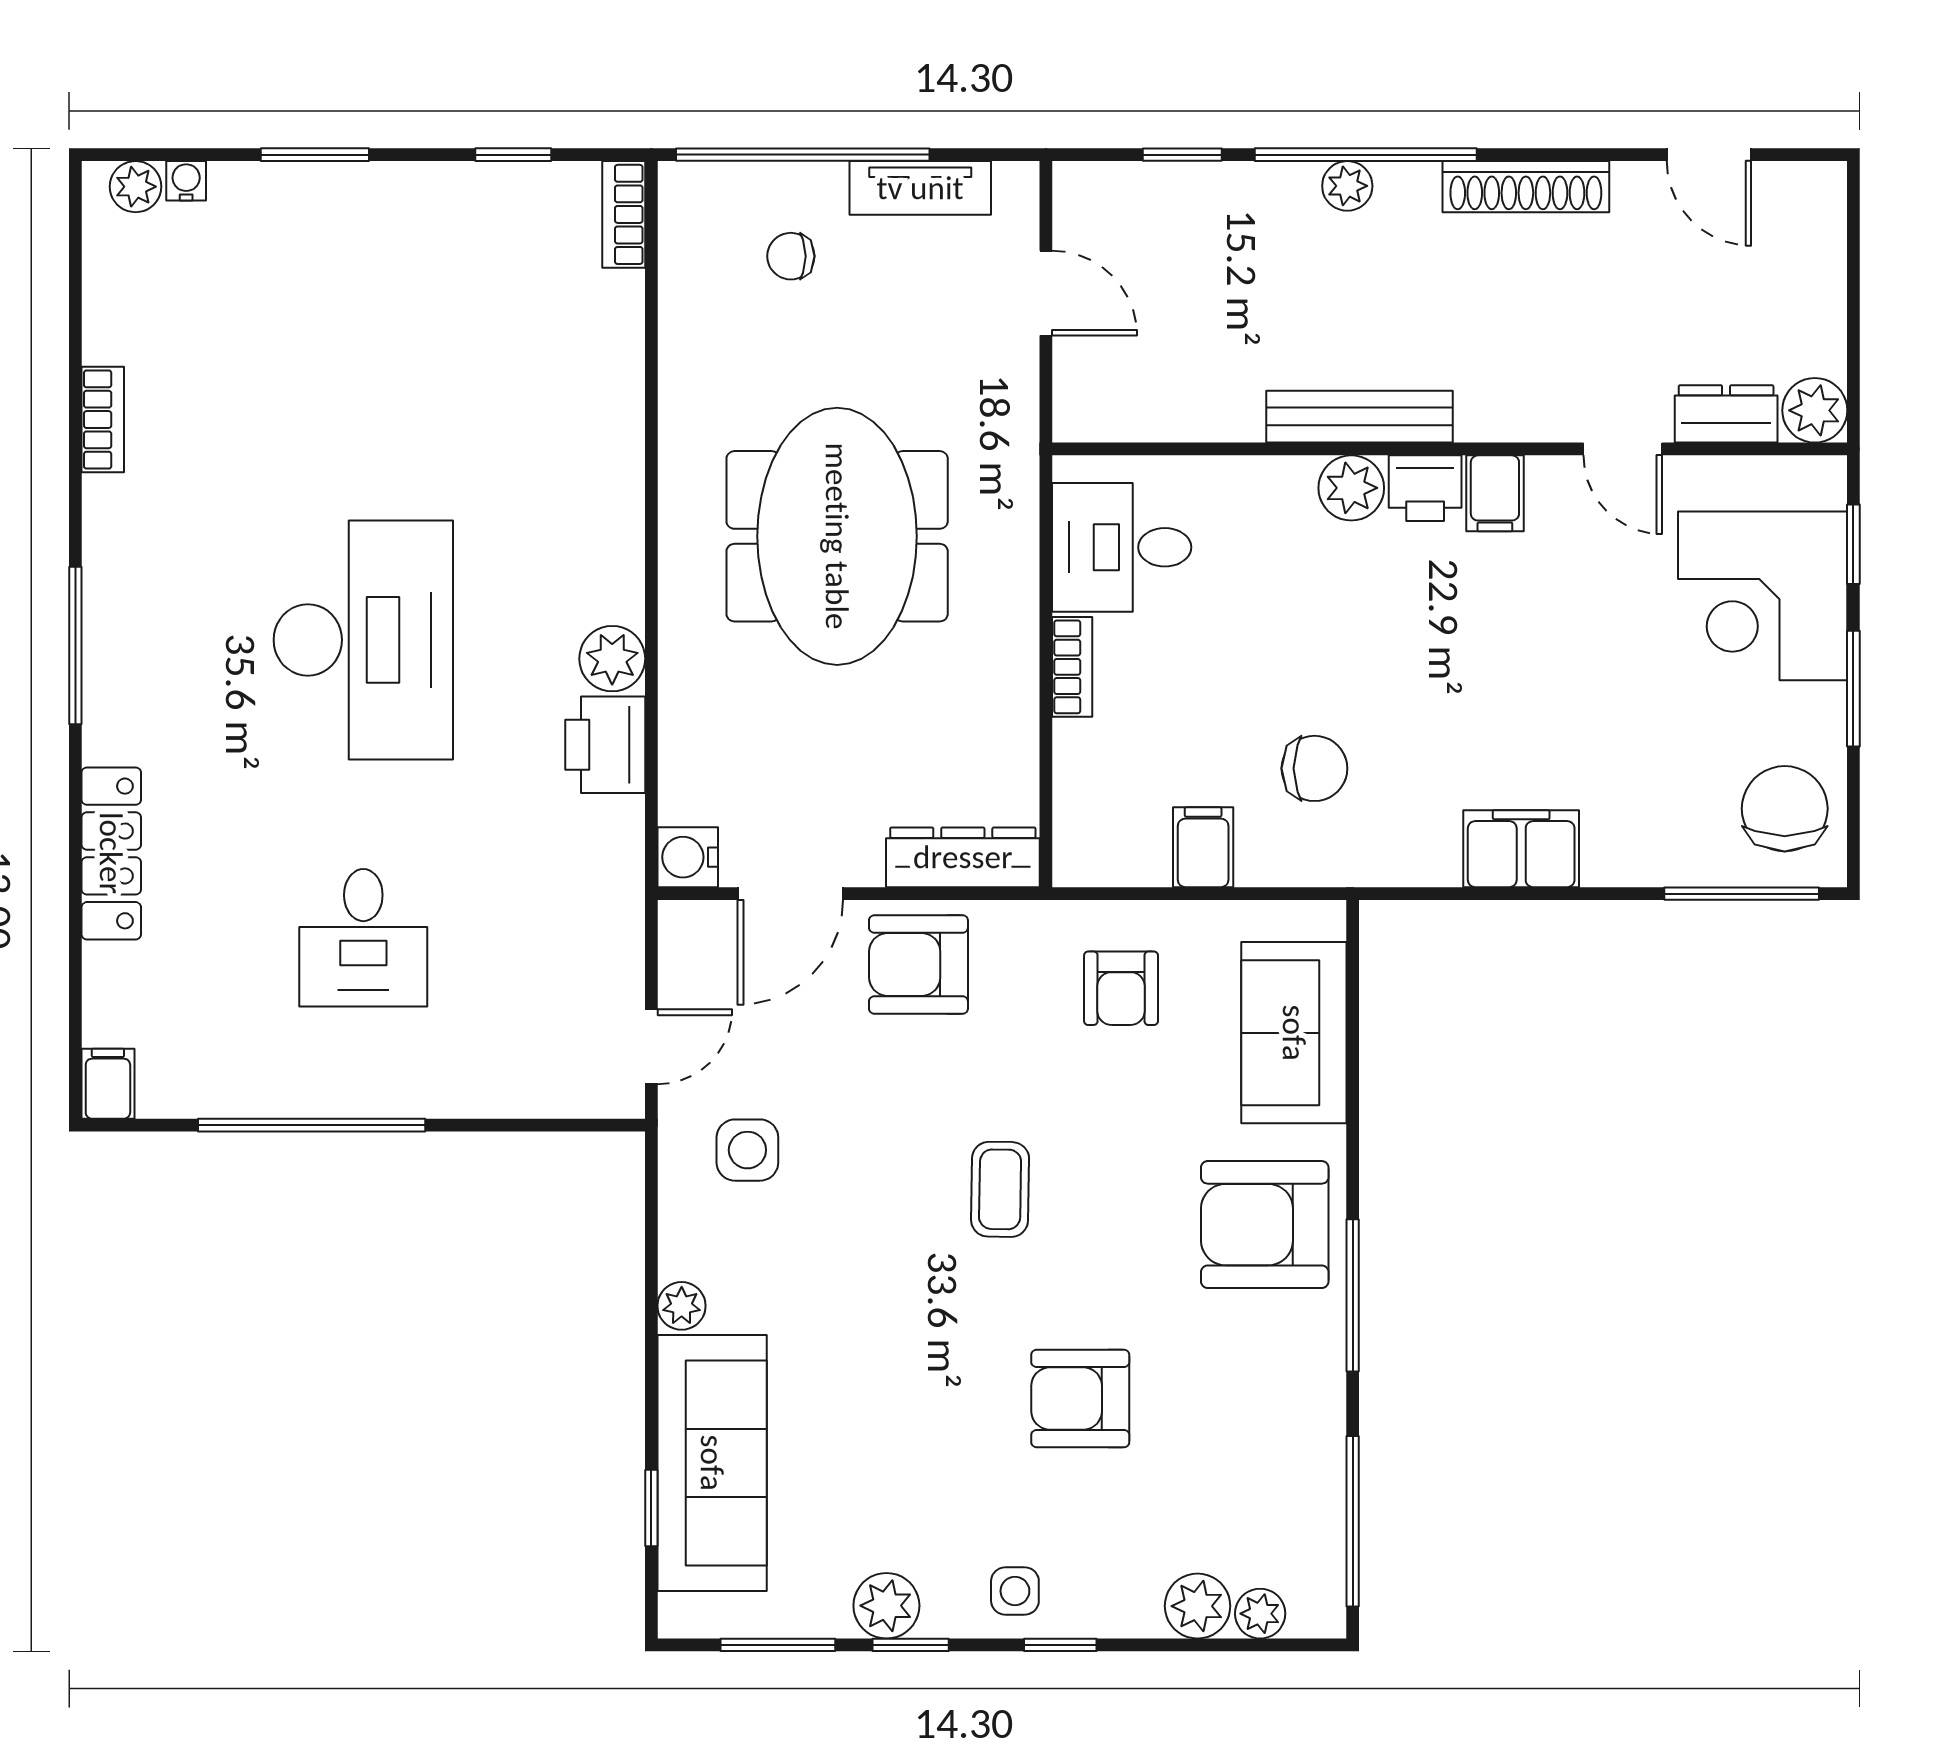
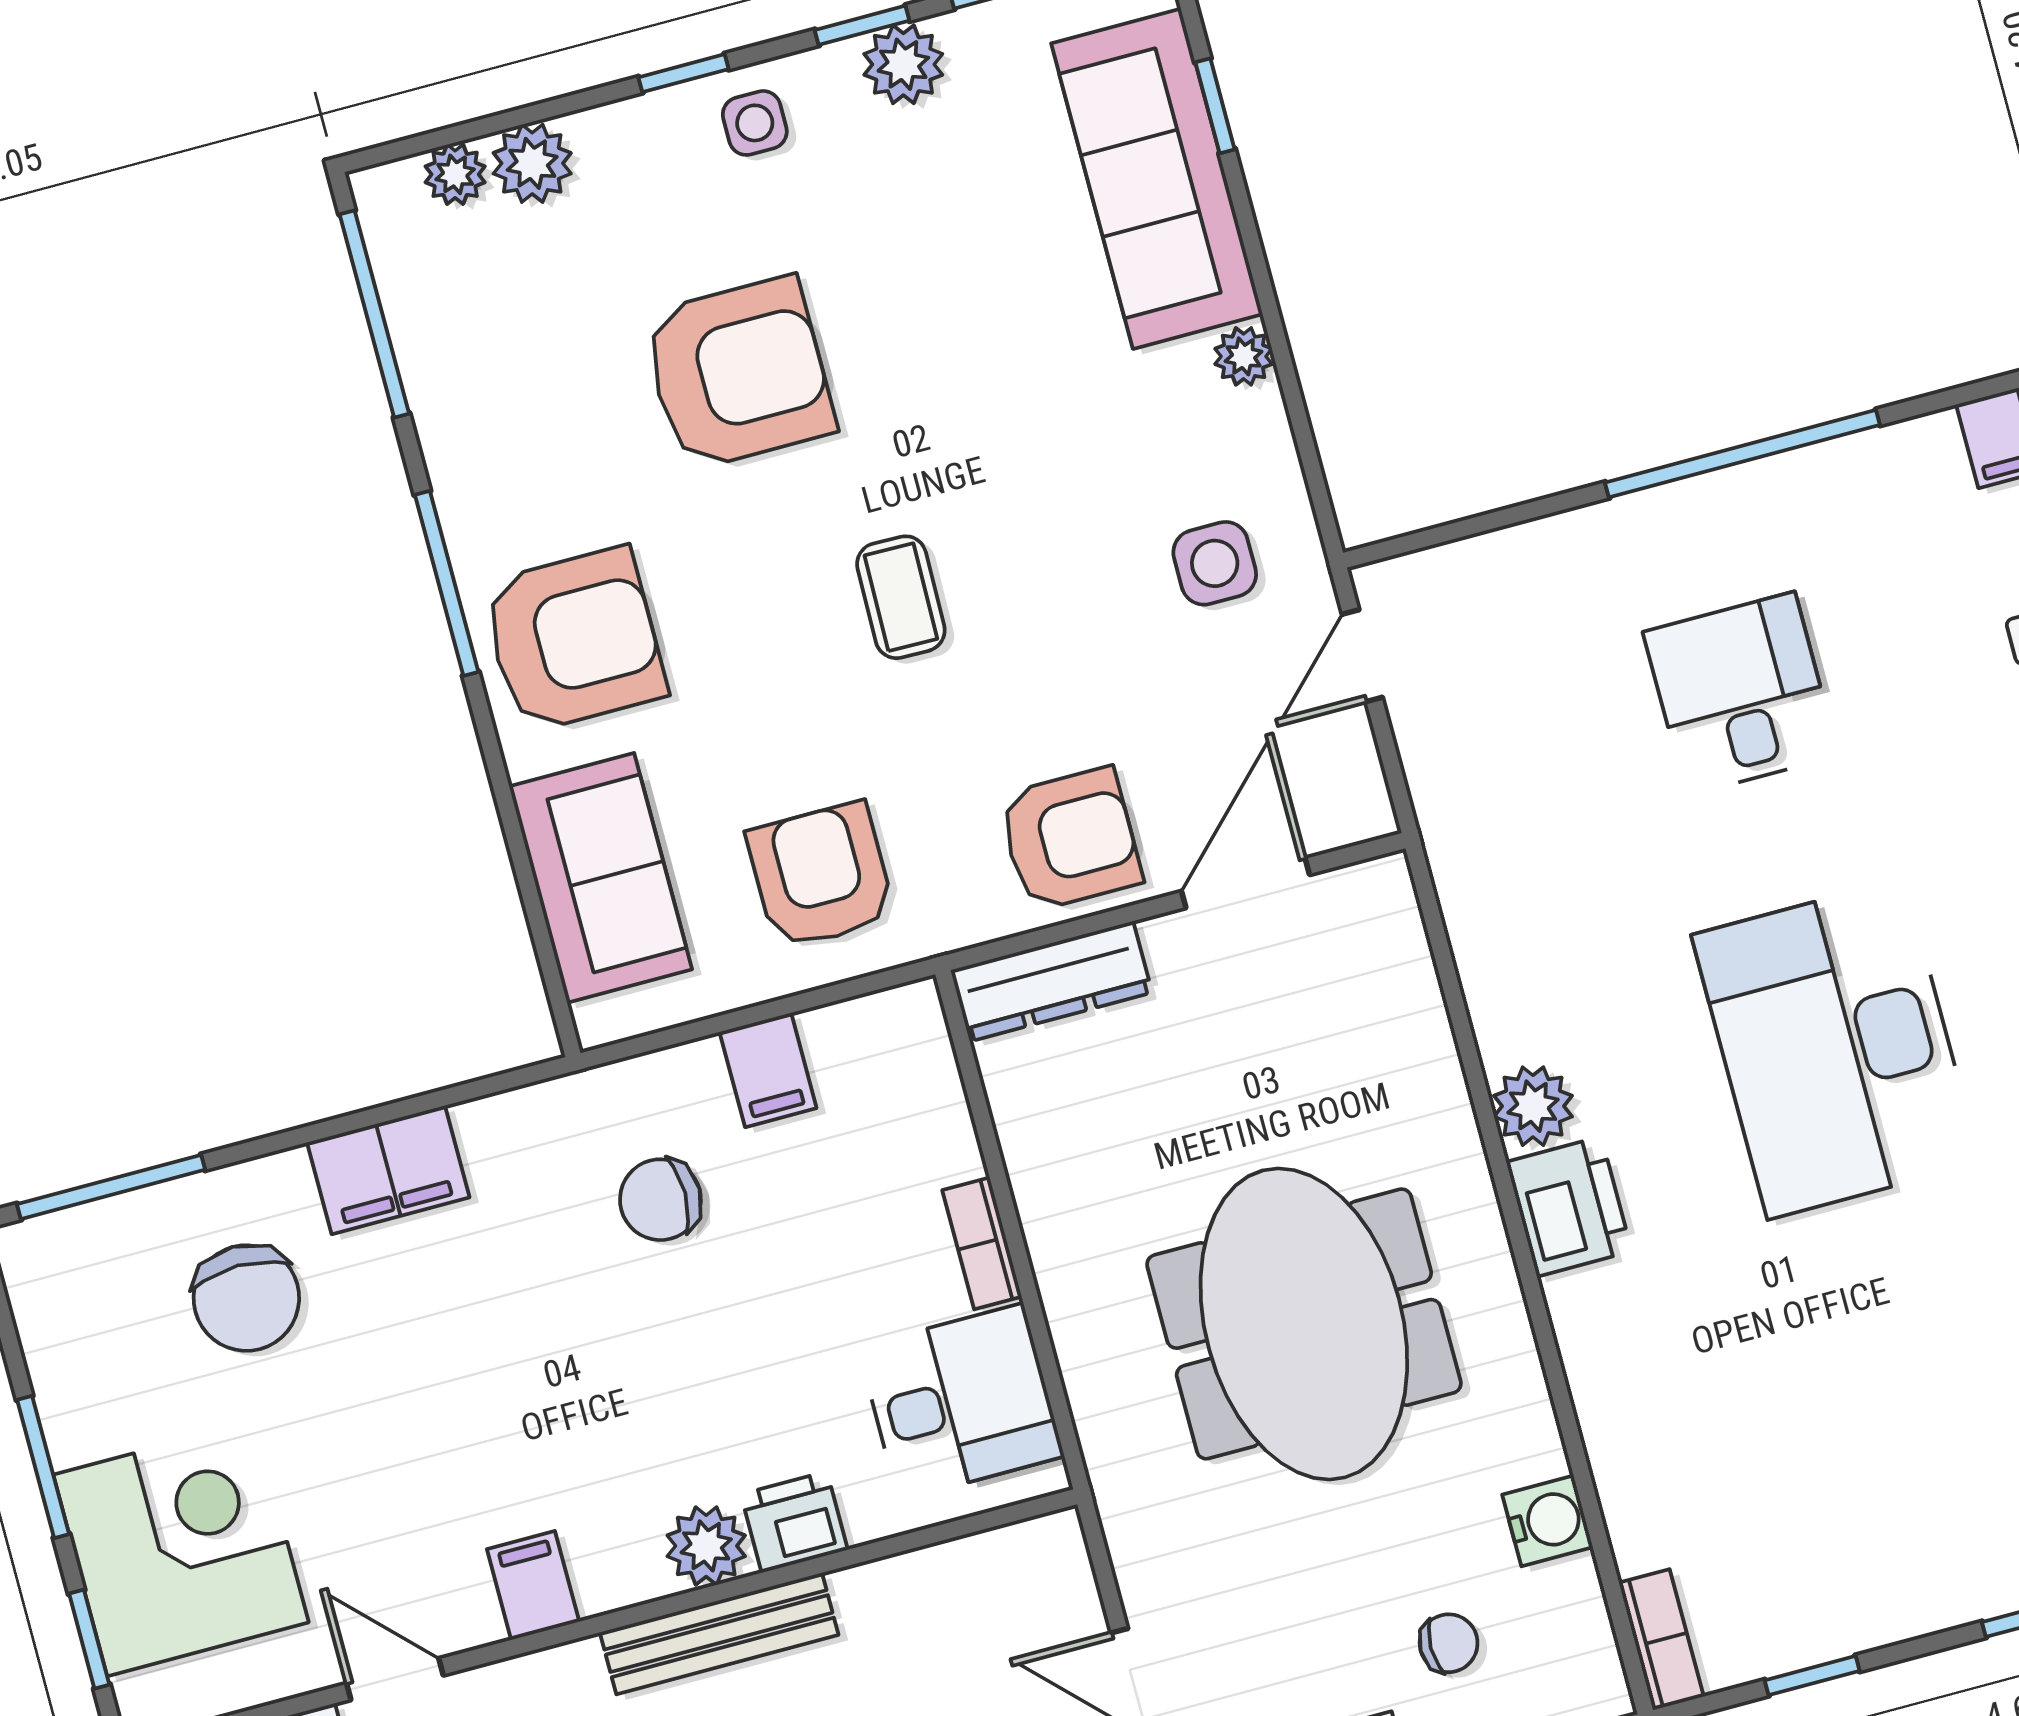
printer: (1425, 488) -> (794, 1522), moved
printer: (605, 745) -> (1569, 1207), moved
chair: (1785, 809) -> (246, 1298), moved
water cooler: (688, 857) -> (1548, 1521), moved
armchair: (1121, 988) -> (821, 876), width x1.38, depth x1.38
armchair: (1080, 1399) -> (738, 373), width x1.36, depth x1.36

